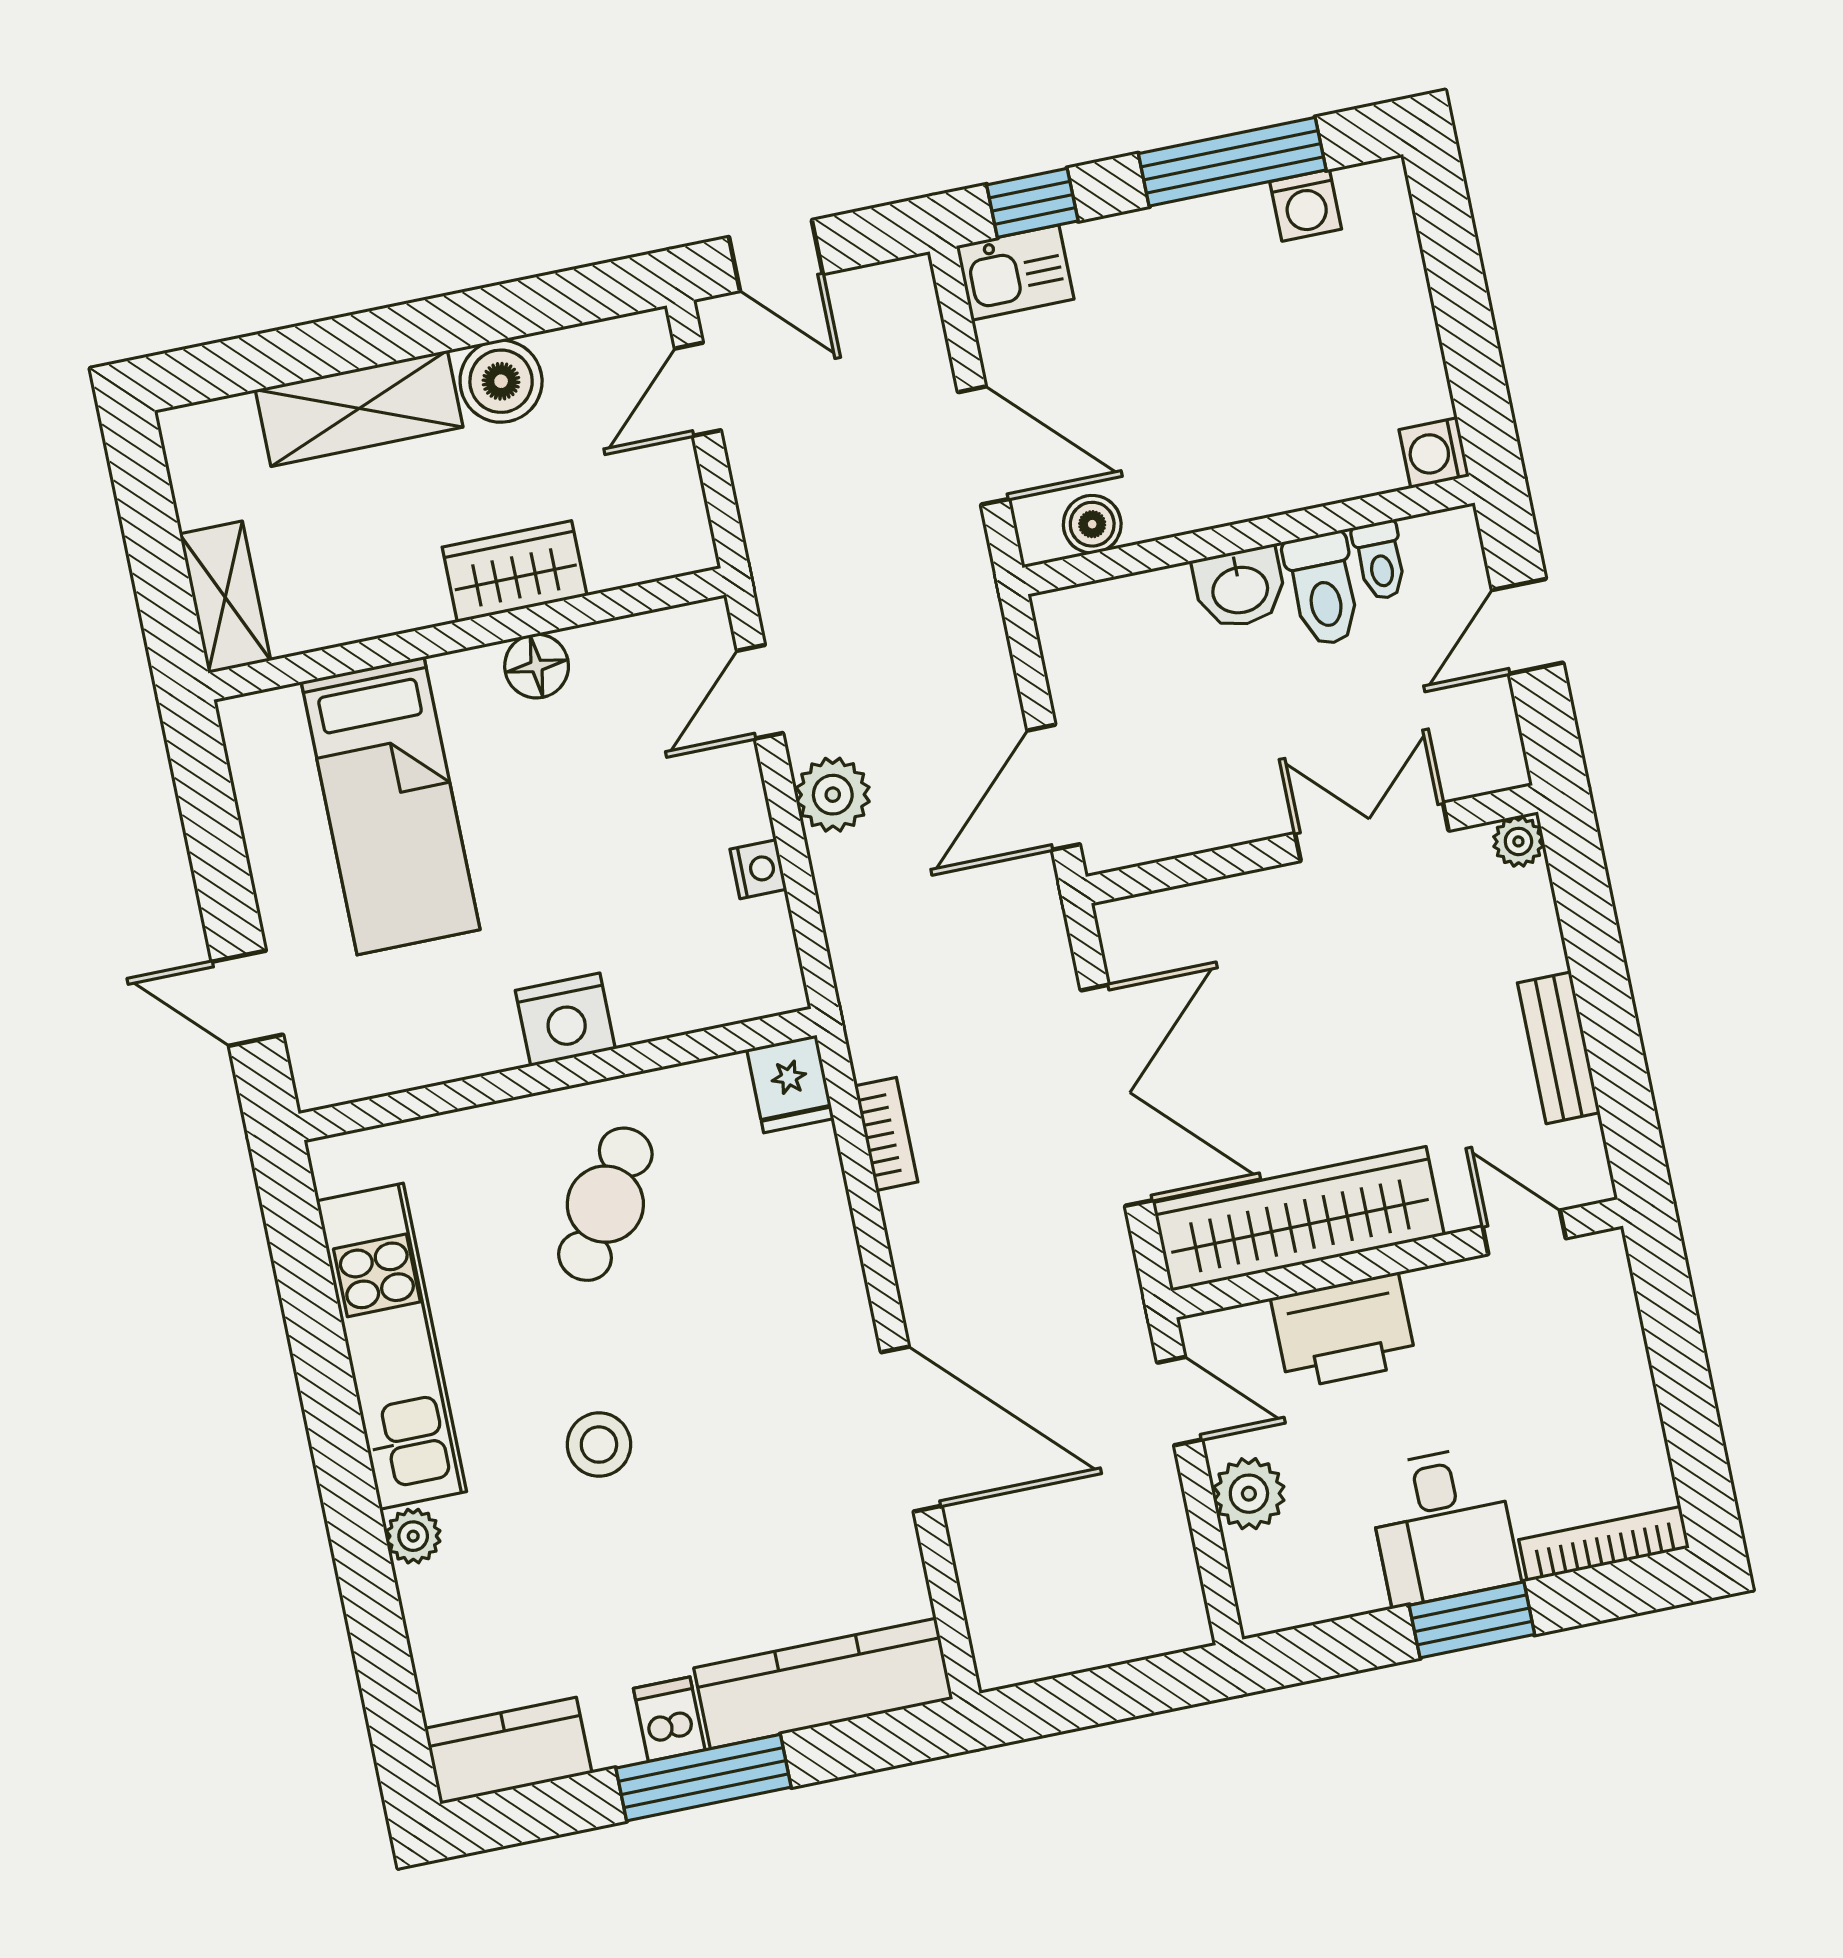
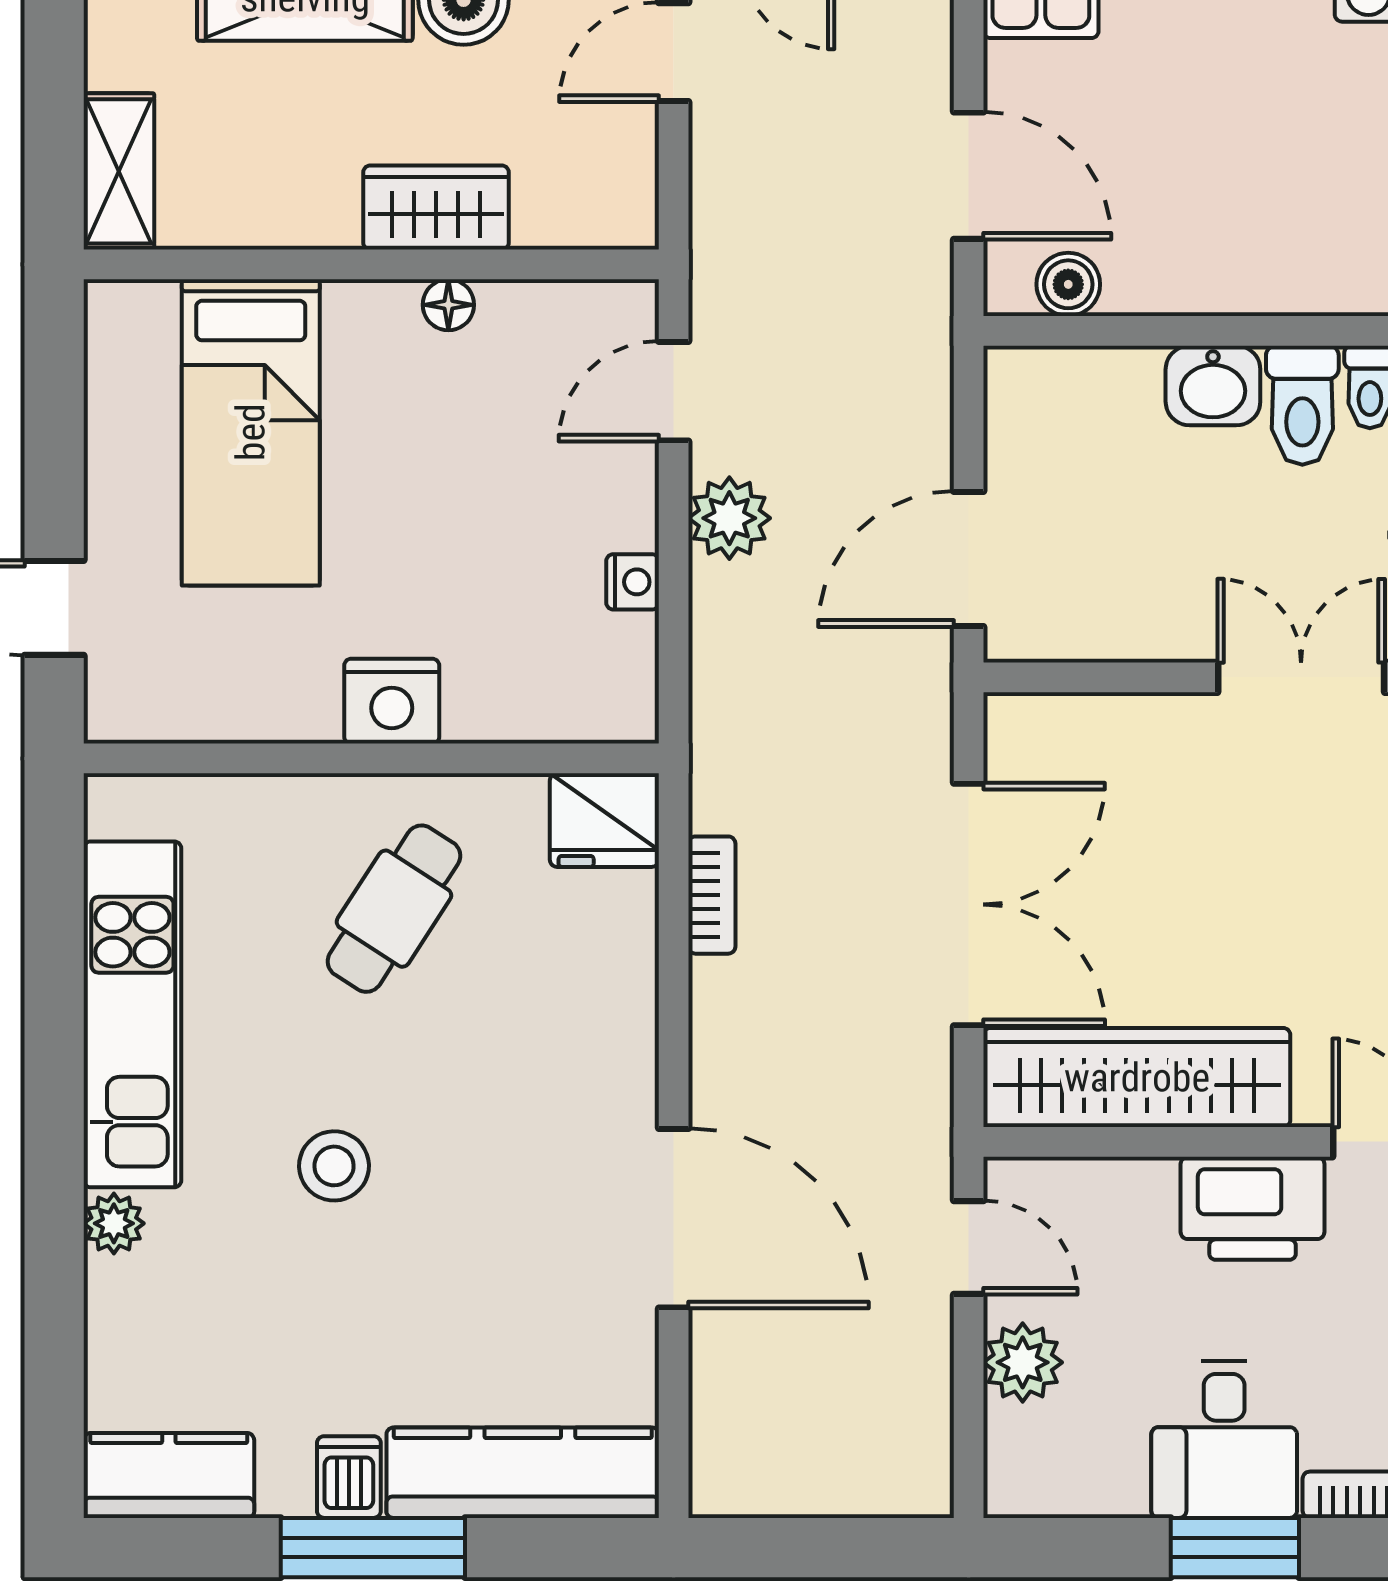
floor lamp: (537, 666) -> (448, 305), width x0.73, depth x0.73
fridge: (790, 1084) -> (604, 820), width x1.38
printer: (1344, 1331) -> (1253, 1208), moved

